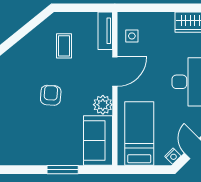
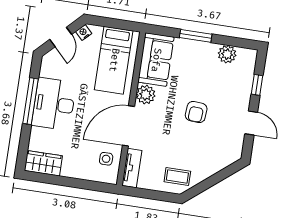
coffee table: (64, 46) -> (177, 176), moved, turned 90
door: (115, 72) -> (128, 126), width x1.36
plant: (29, 156) -> (227, 54), added

